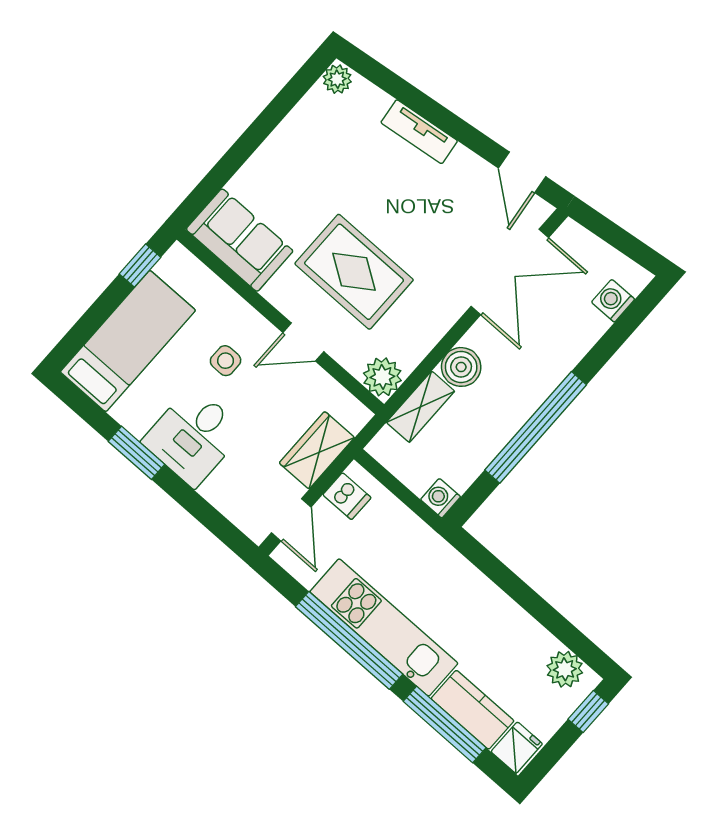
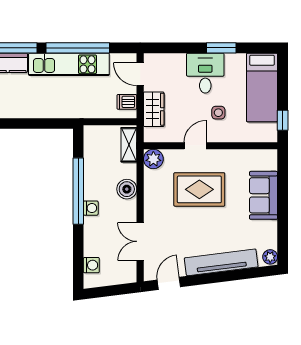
tv unit: (419, 132) -> (221, 262), width x1.92, depth x1.29
door: (522, 172) -> (169, 283), hinge flipped
sofa: (240, 240) -> (264, 195), moved, turned 90
double door: (510, 272) -> (140, 241), width x0.73
shelving: (421, 407) -> (129, 145), moved
washing machine: (440, 498) -> (91, 208), moved

